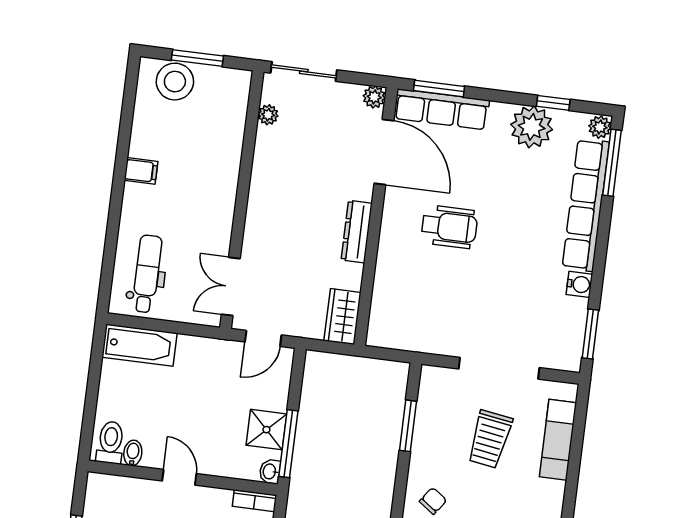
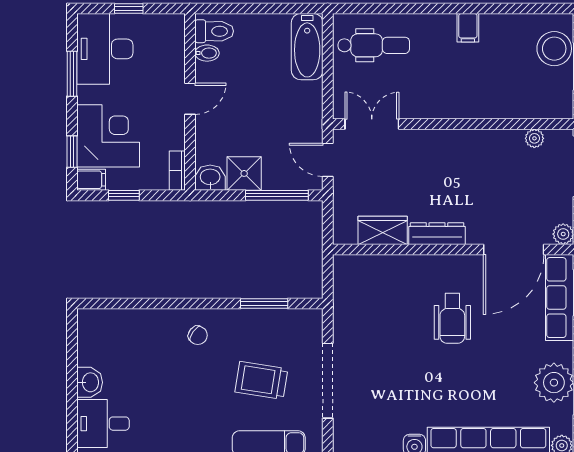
wardrobe: (342, 317) -> (383, 230), moved
window: (288, 444) -> (277, 195), moved
washbasin: (270, 472) -> (210, 178), width x1.38, depth x1.45

